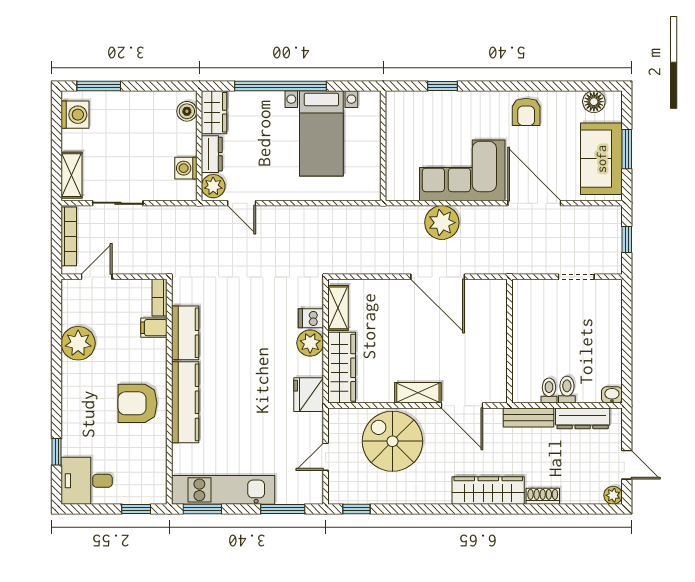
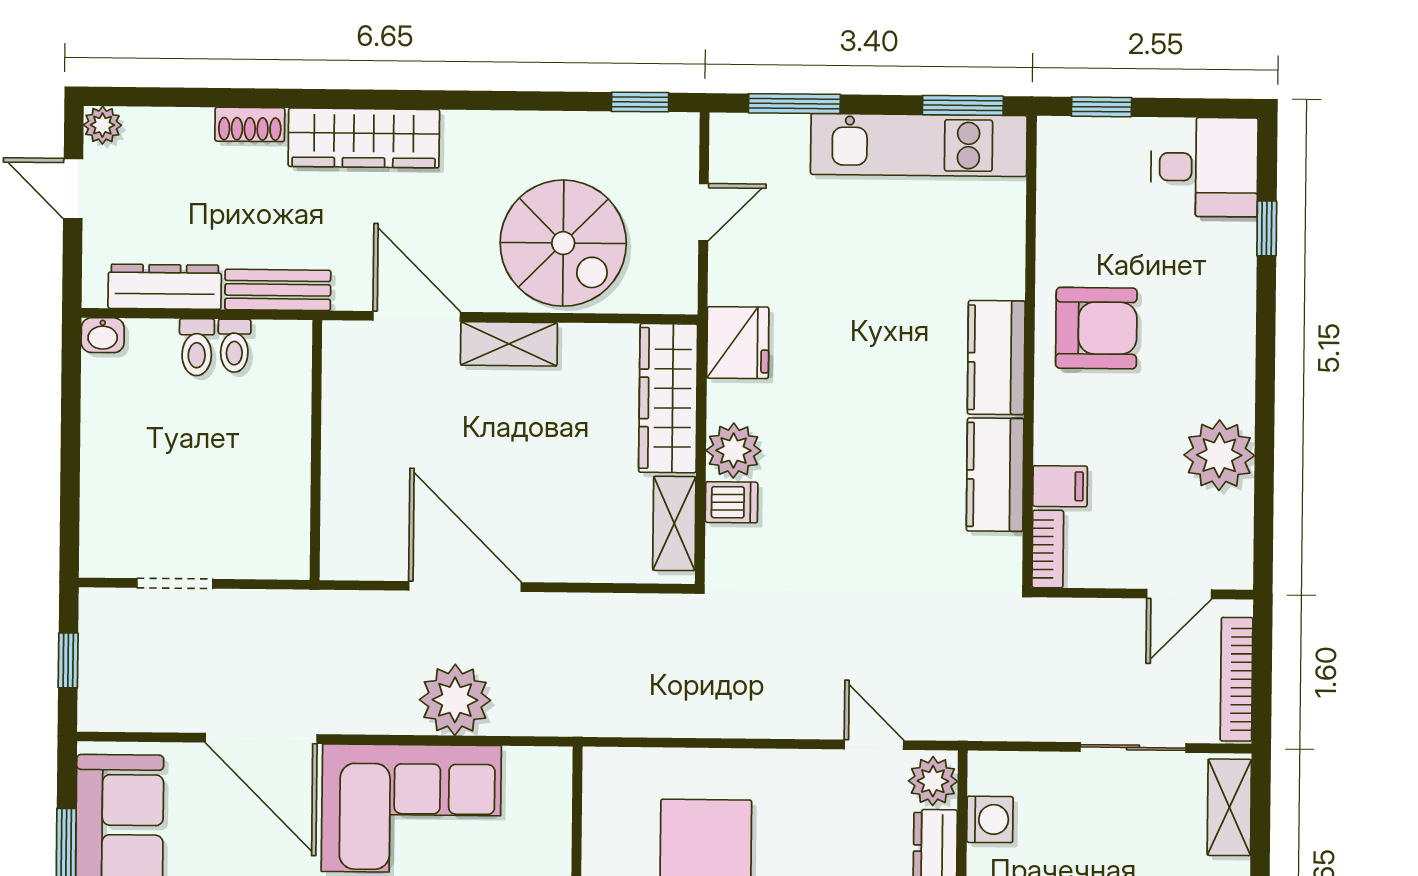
kitchen counter: (185, 402) -> (996, 358), width x0.67

